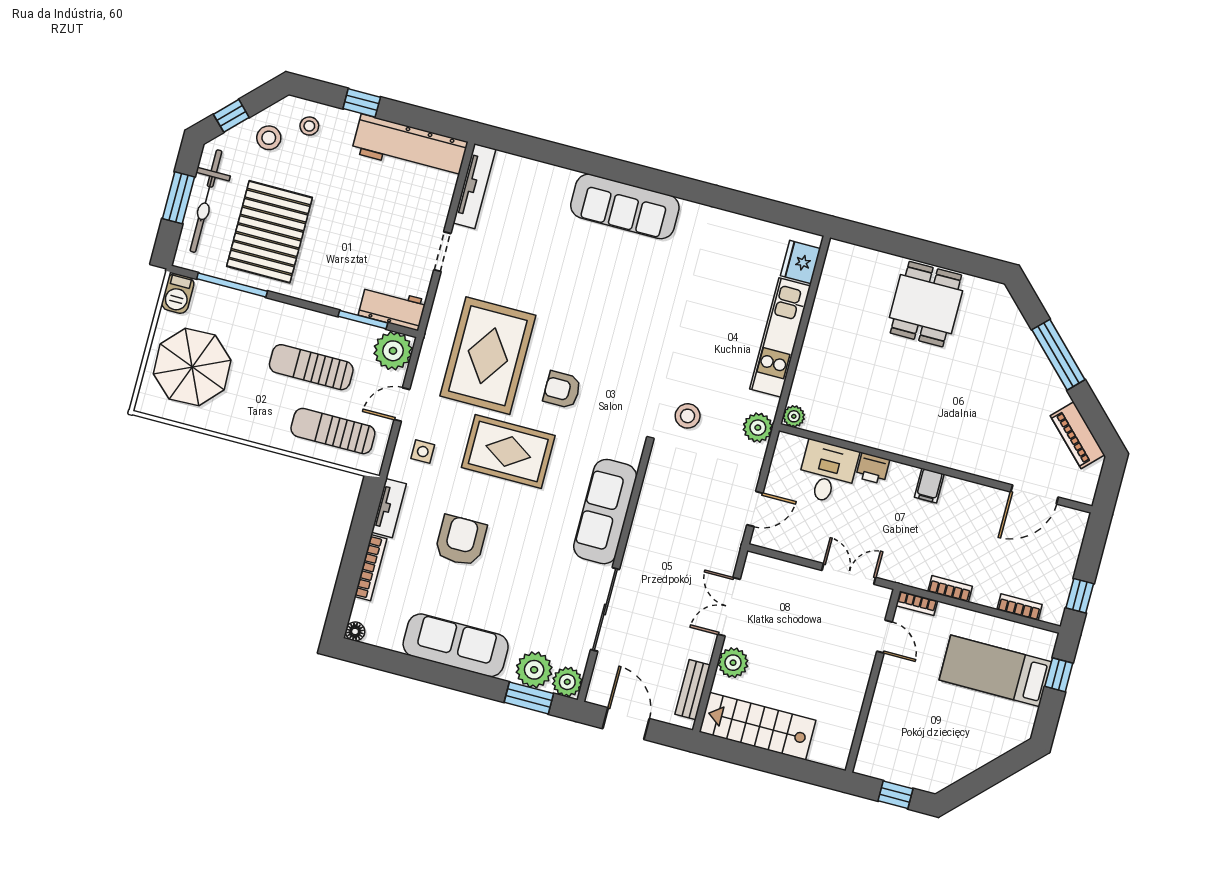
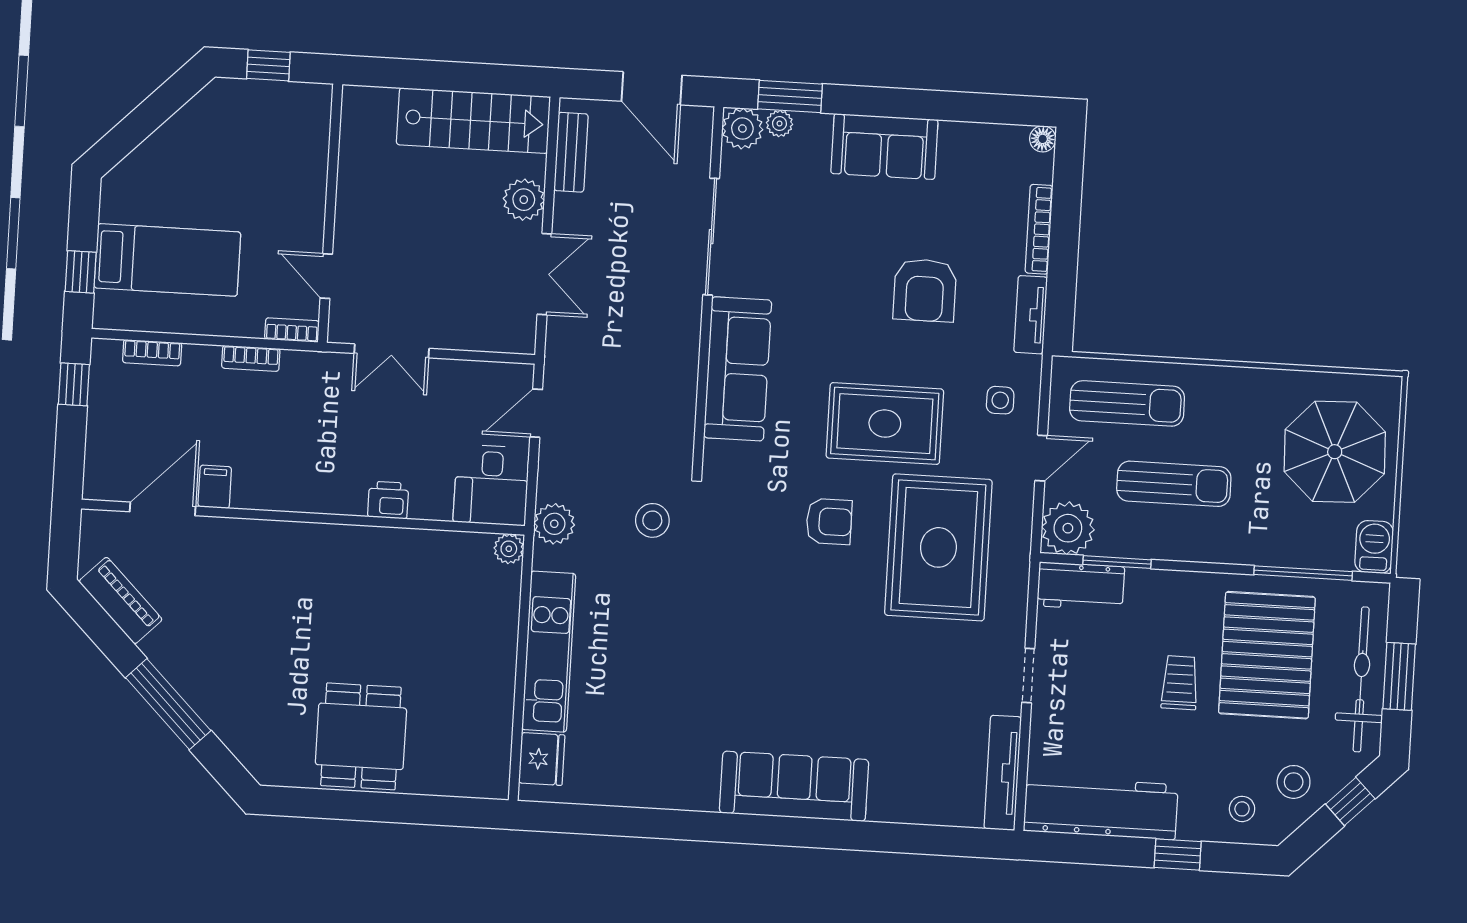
trolley: (336, 225) -> (1180, 683), added
desk: (827, 472) -> (491, 485), moved
filing cabinet: (929, 486) -> (215, 487), moved
sofa: (456, 645) -> (884, 147), width x0.73
plant: (534, 670) -> (779, 124), width x0.53, depth x0.53

